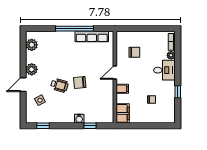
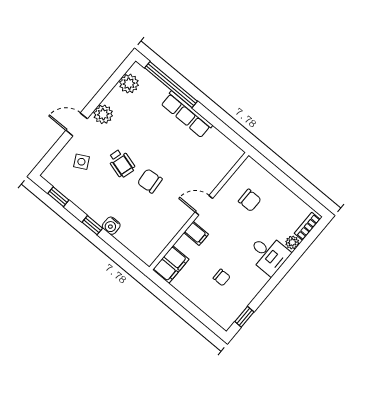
window: (75, 29) -> (171, 85), moved
row of seats: (92, 37) -> (187, 114), moved
window: (178, 92) -> (244, 317), moved
window: (90, 126) -> (92, 225), moved

